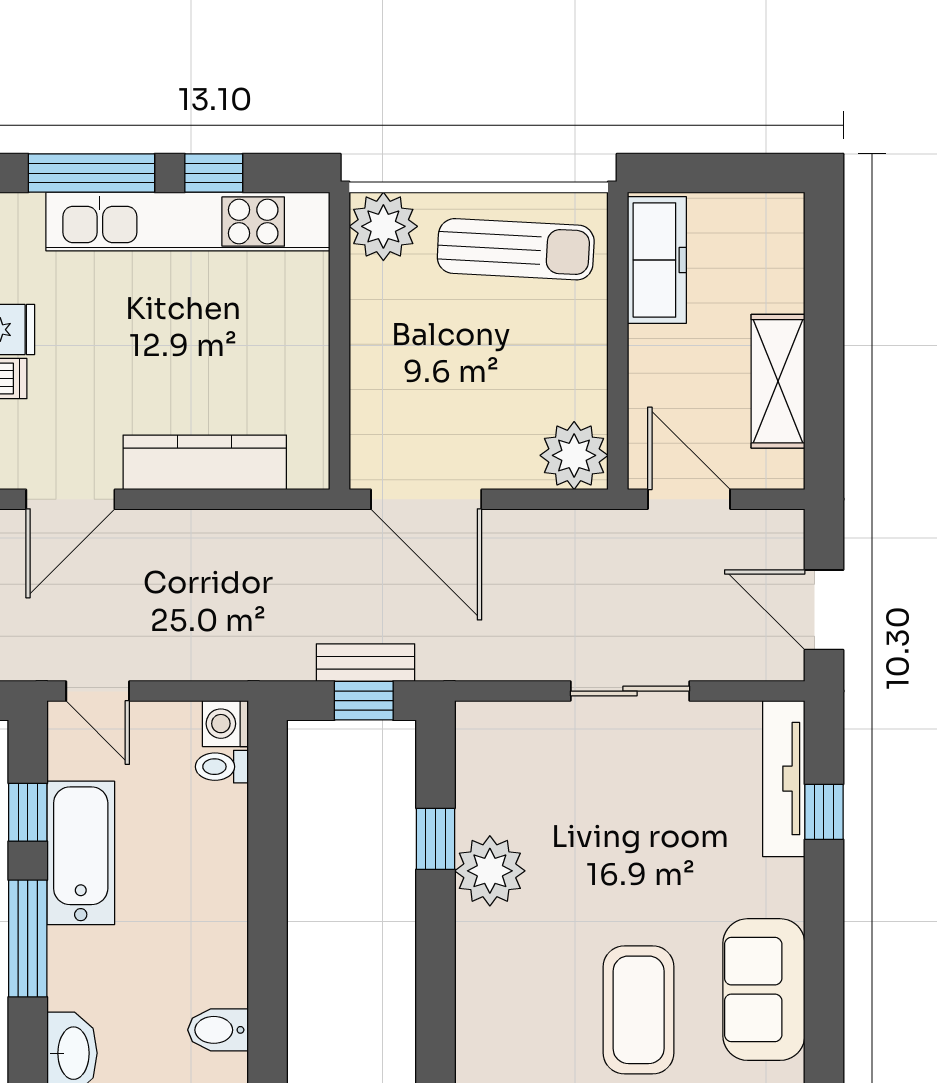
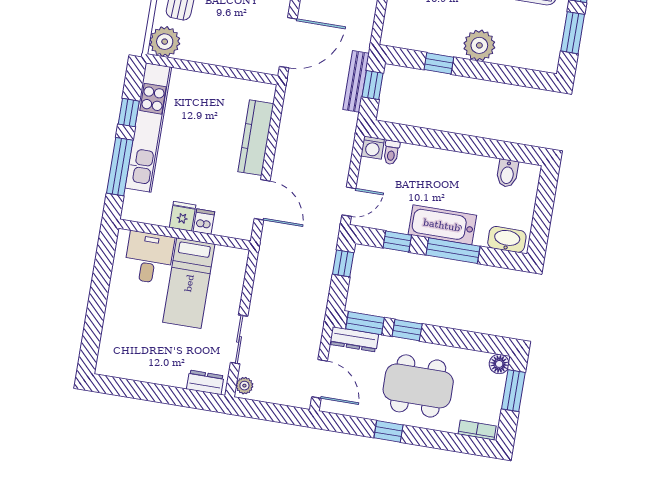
bench: (366, 663) -> (356, 81), width x1.36
bathtub: (81, 853) -> (442, 225), moved
plant: (490, 871) -> (479, 45), moved

